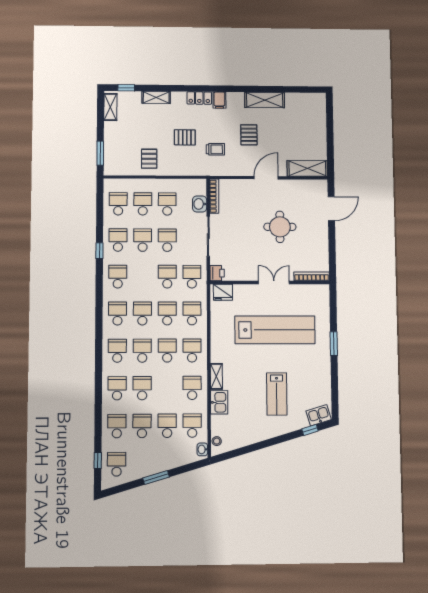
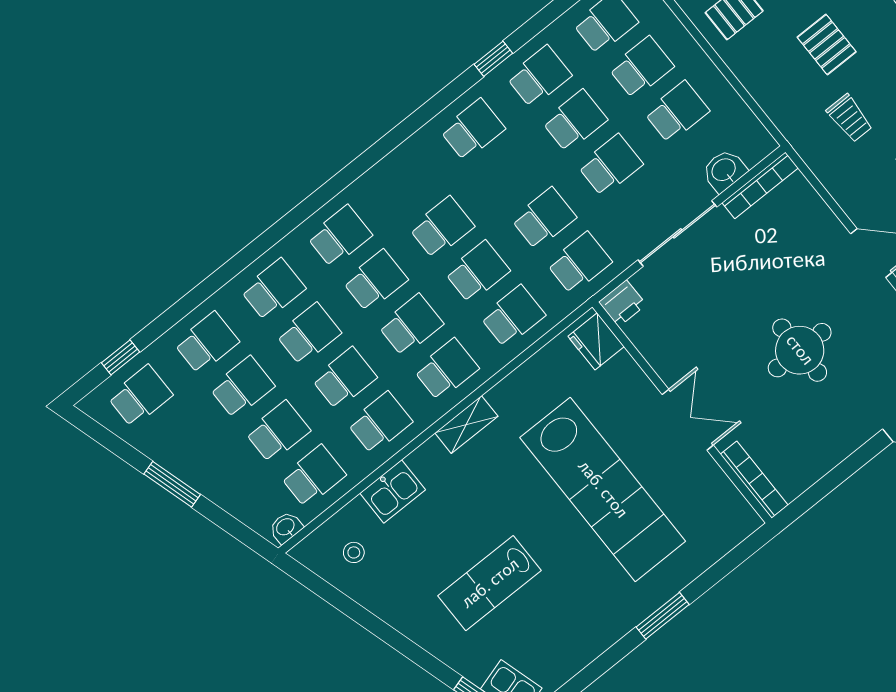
school desk: (118, 314) -> (344, 378), moved
shelving: (216, 376) -> (466, 425), moved
stool: (217, 441) -> (354, 552), moved

